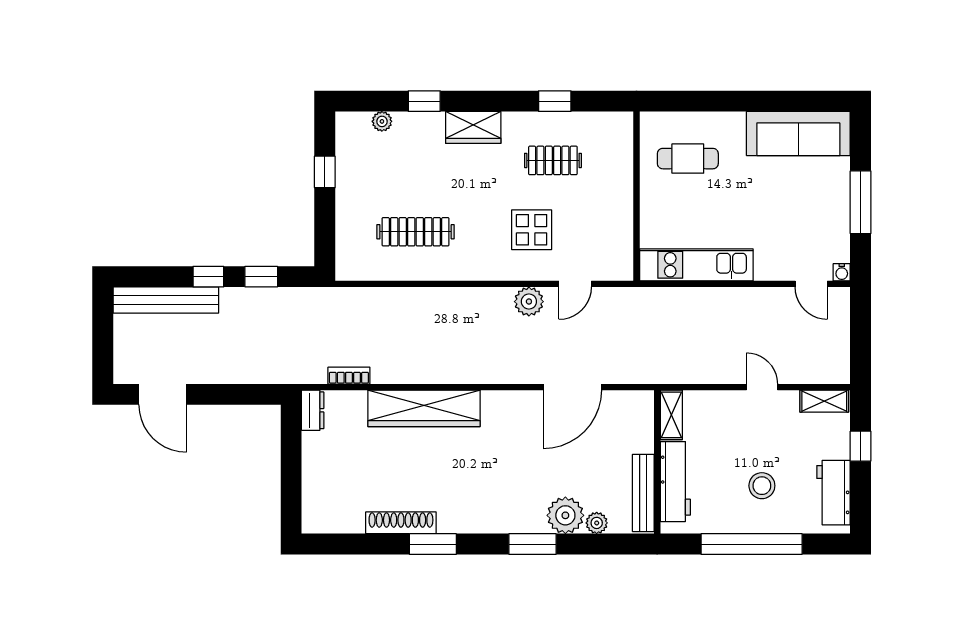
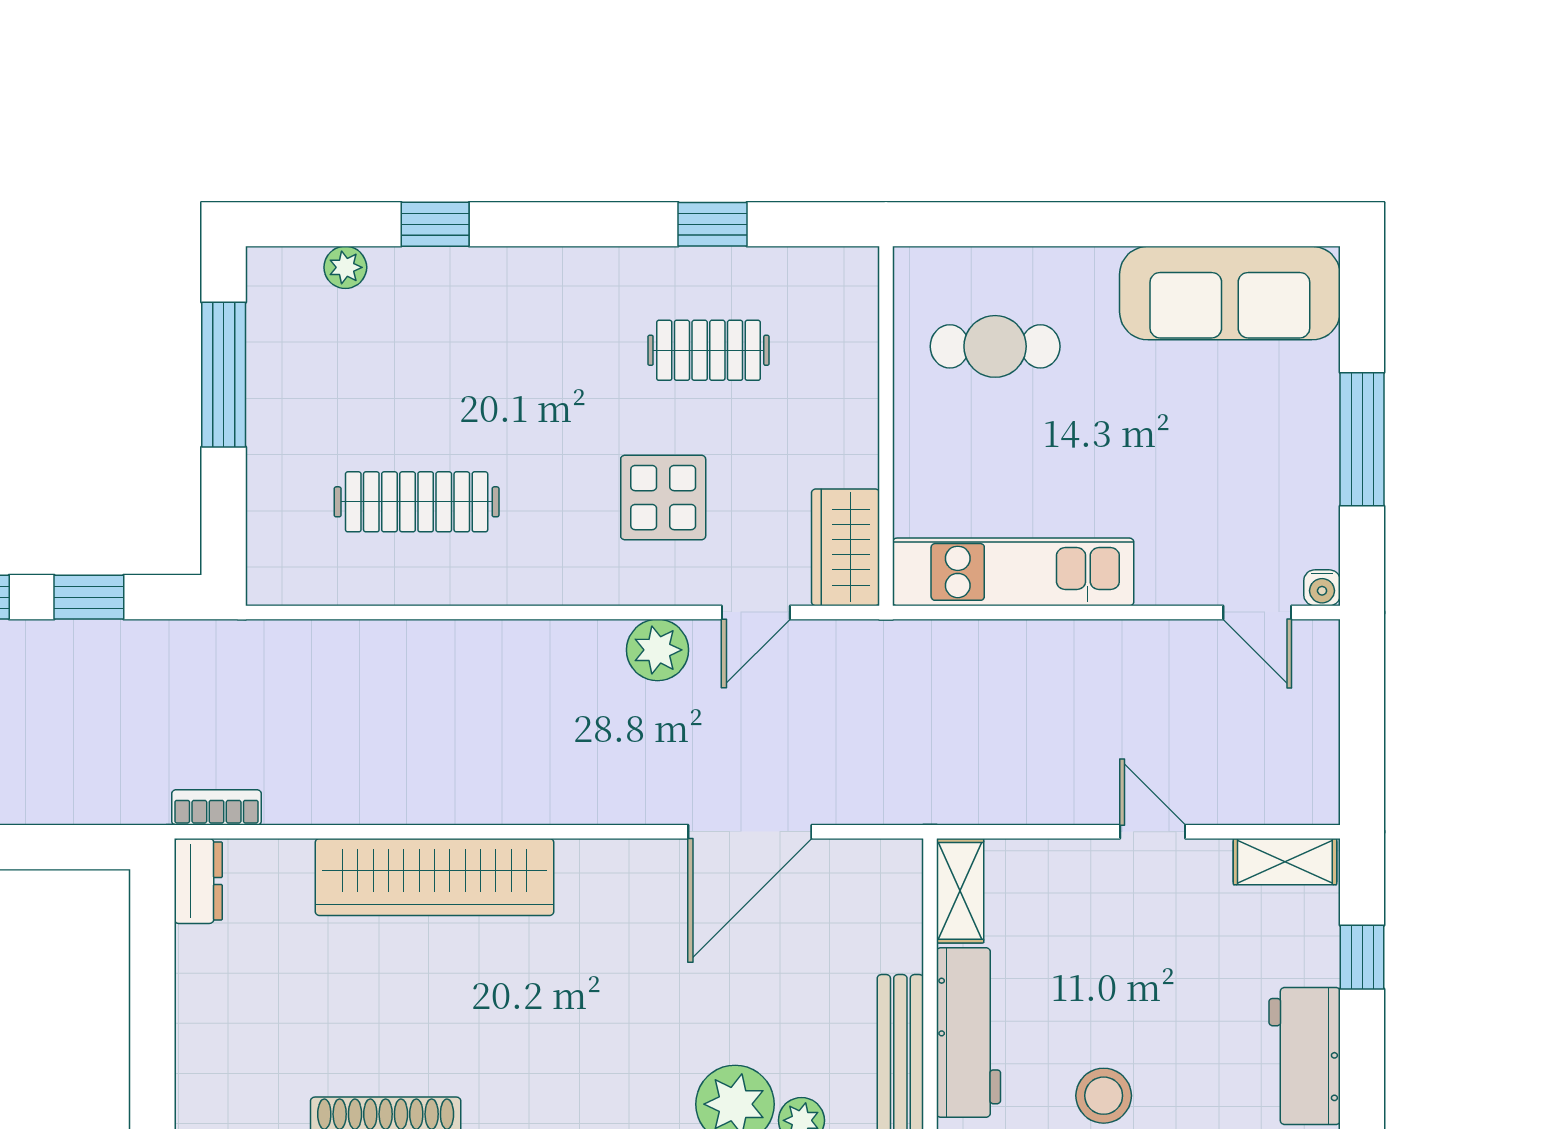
wardrobe: (473, 127) -> (846, 547), moved, turned 90
window: (325, 172) -> (224, 375), width x2.17
bookcase: (349, 376) -> (216, 807), moved
stool: (762, 486) -> (1104, 1096), moved

